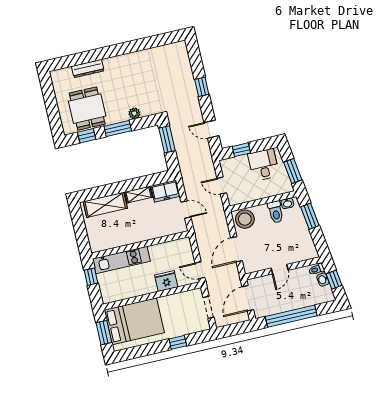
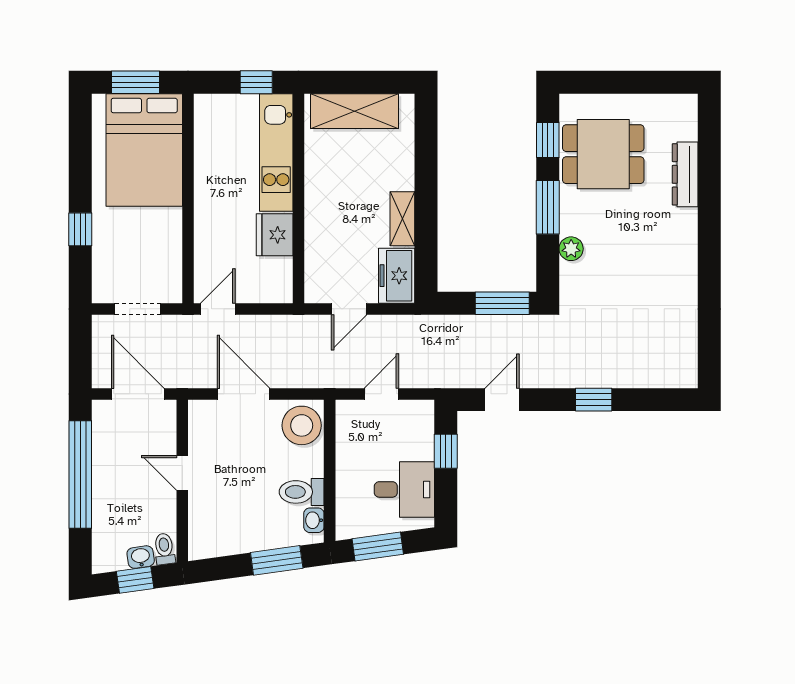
shelving: (105, 205) -> (354, 111), moved, turned 90
fridge: (166, 281) -> (275, 235), moved, turned 180

